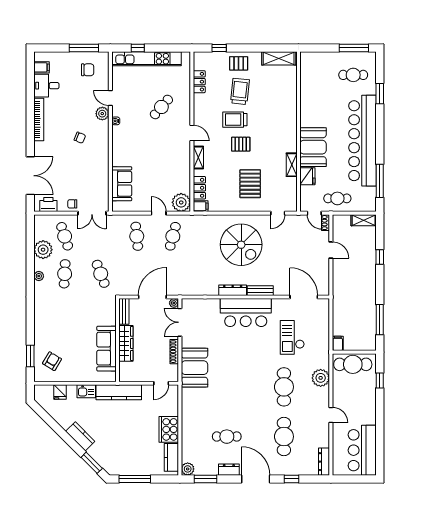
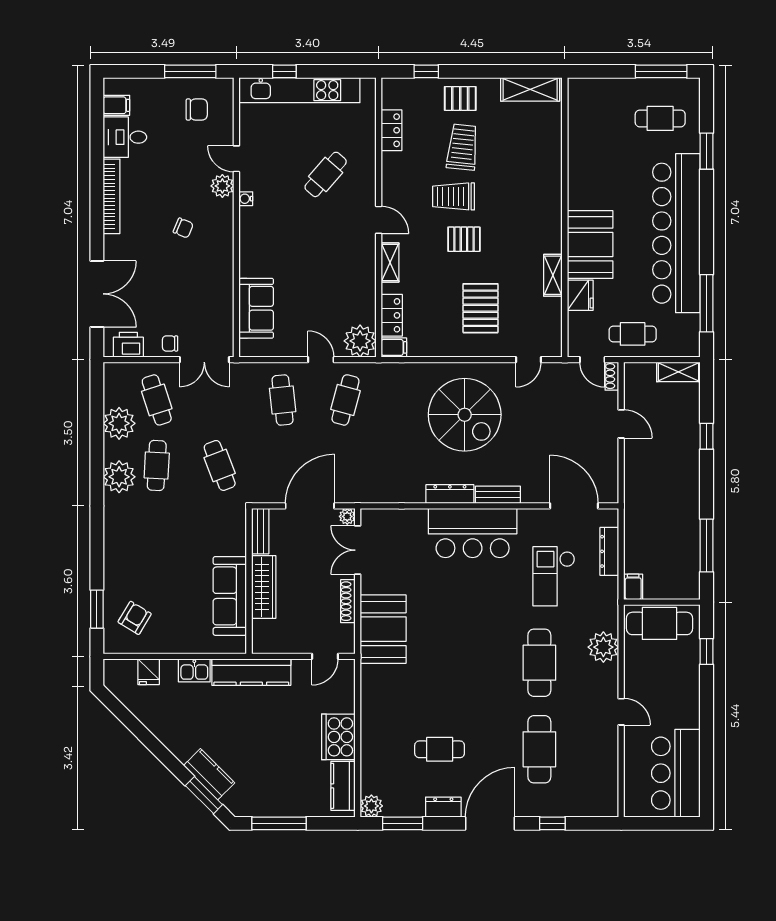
plant: (39, 276) -> (119, 477), width x1.87, depth x1.87
kitchen counter: (80, 436) -> (209, 774), moved
dresser: (324, 462) -> (609, 551), moved
door: (256, 479) -> (490, 823), hinge flipped

